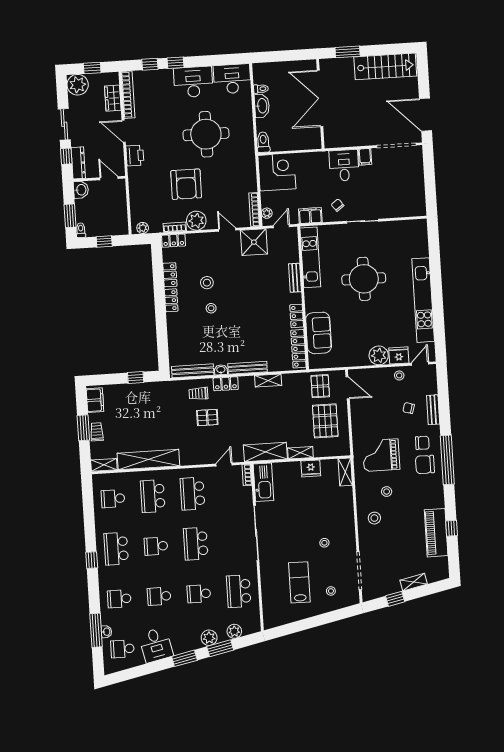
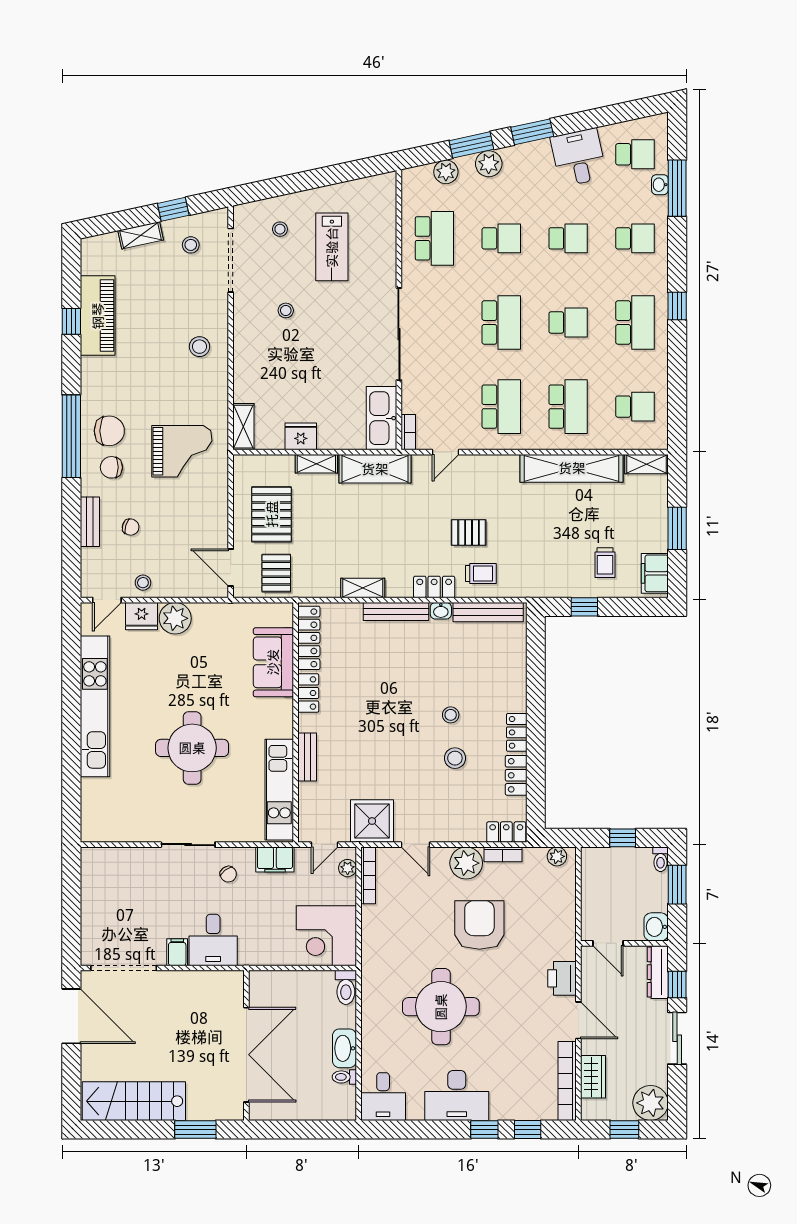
desk: (232, 79) -> (383, 1097), width x0.73
trolley: (97, 432) -> (605, 563), moved
stool: (387, 492) -> (191, 245), moved

